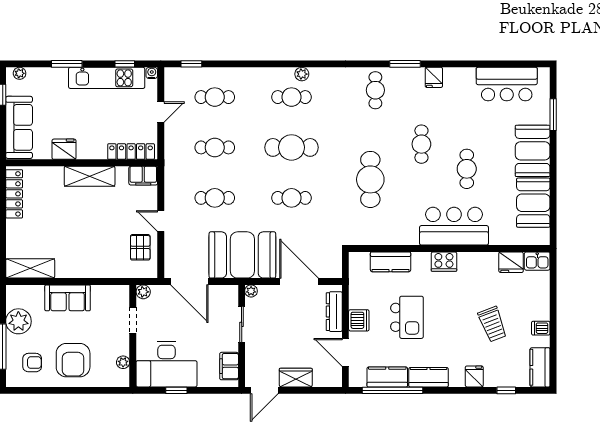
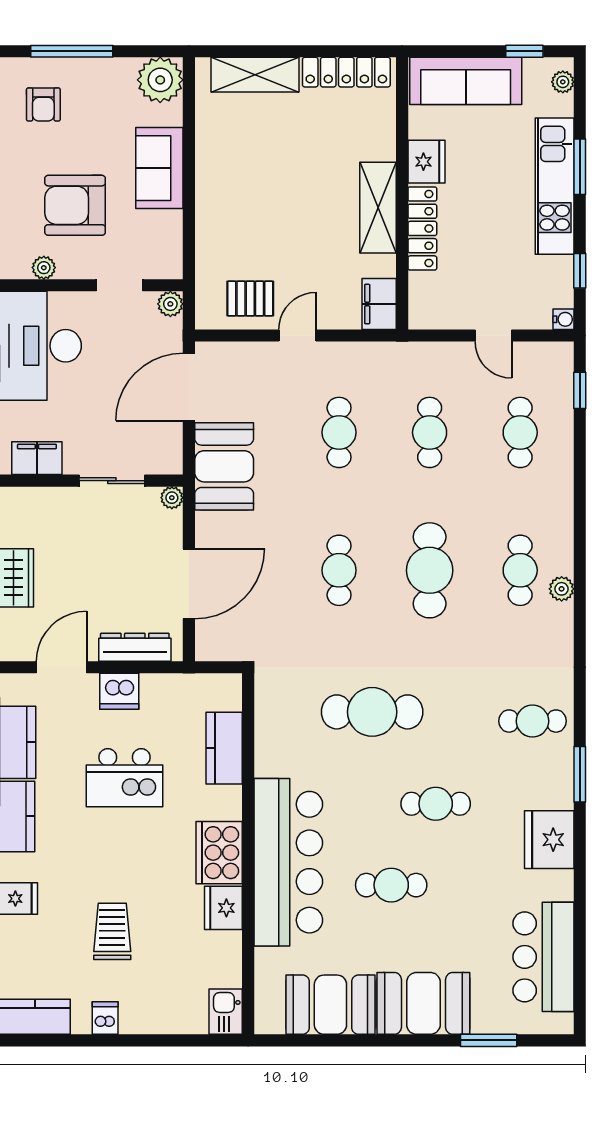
fridge: (434, 77) -> (549, 840), width x1.88, depth x1.34
kitchen unit: (107, 78) -> (555, 186), moved
locker: (131, 152) -> (422, 228), moved
bar counter: (454, 226) -> (288, 862), width x1.36
booth: (242, 255) -> (224, 466), width x0.73, depth x0.70
cooker: (444, 262) -> (219, 853), width x1.37, depth x1.31
fridge: (511, 262) -> (223, 908), moved
shelving: (30, 268) -> (255, 75), moved, turned 90
plant: (18, 321) -> (160, 80), moved
trolley: (492, 324) -> (112, 931), turned 111
armchair: (73, 360) -> (75, 205), moved

